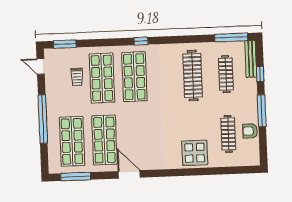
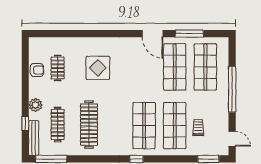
plant: (250, 94) -> (35, 105), added
window: (262, 111) -> (25, 89), removed
clothes rail: (228, 134) -> (58, 68), width x0.73
display table: (195, 153) -> (98, 68), moved
window: (76, 177) -> (189, 34), moved

